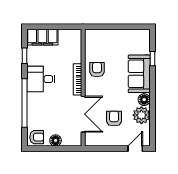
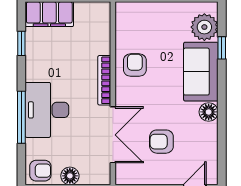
desk: (41, 79) -> (47, 110), moved, width x1.37
window: (25, 103) -> (21, 117), width x0.68
plant: (141, 115) -> (204, 27), moved
armchair: (114, 119) -> (161, 142), turned -90

